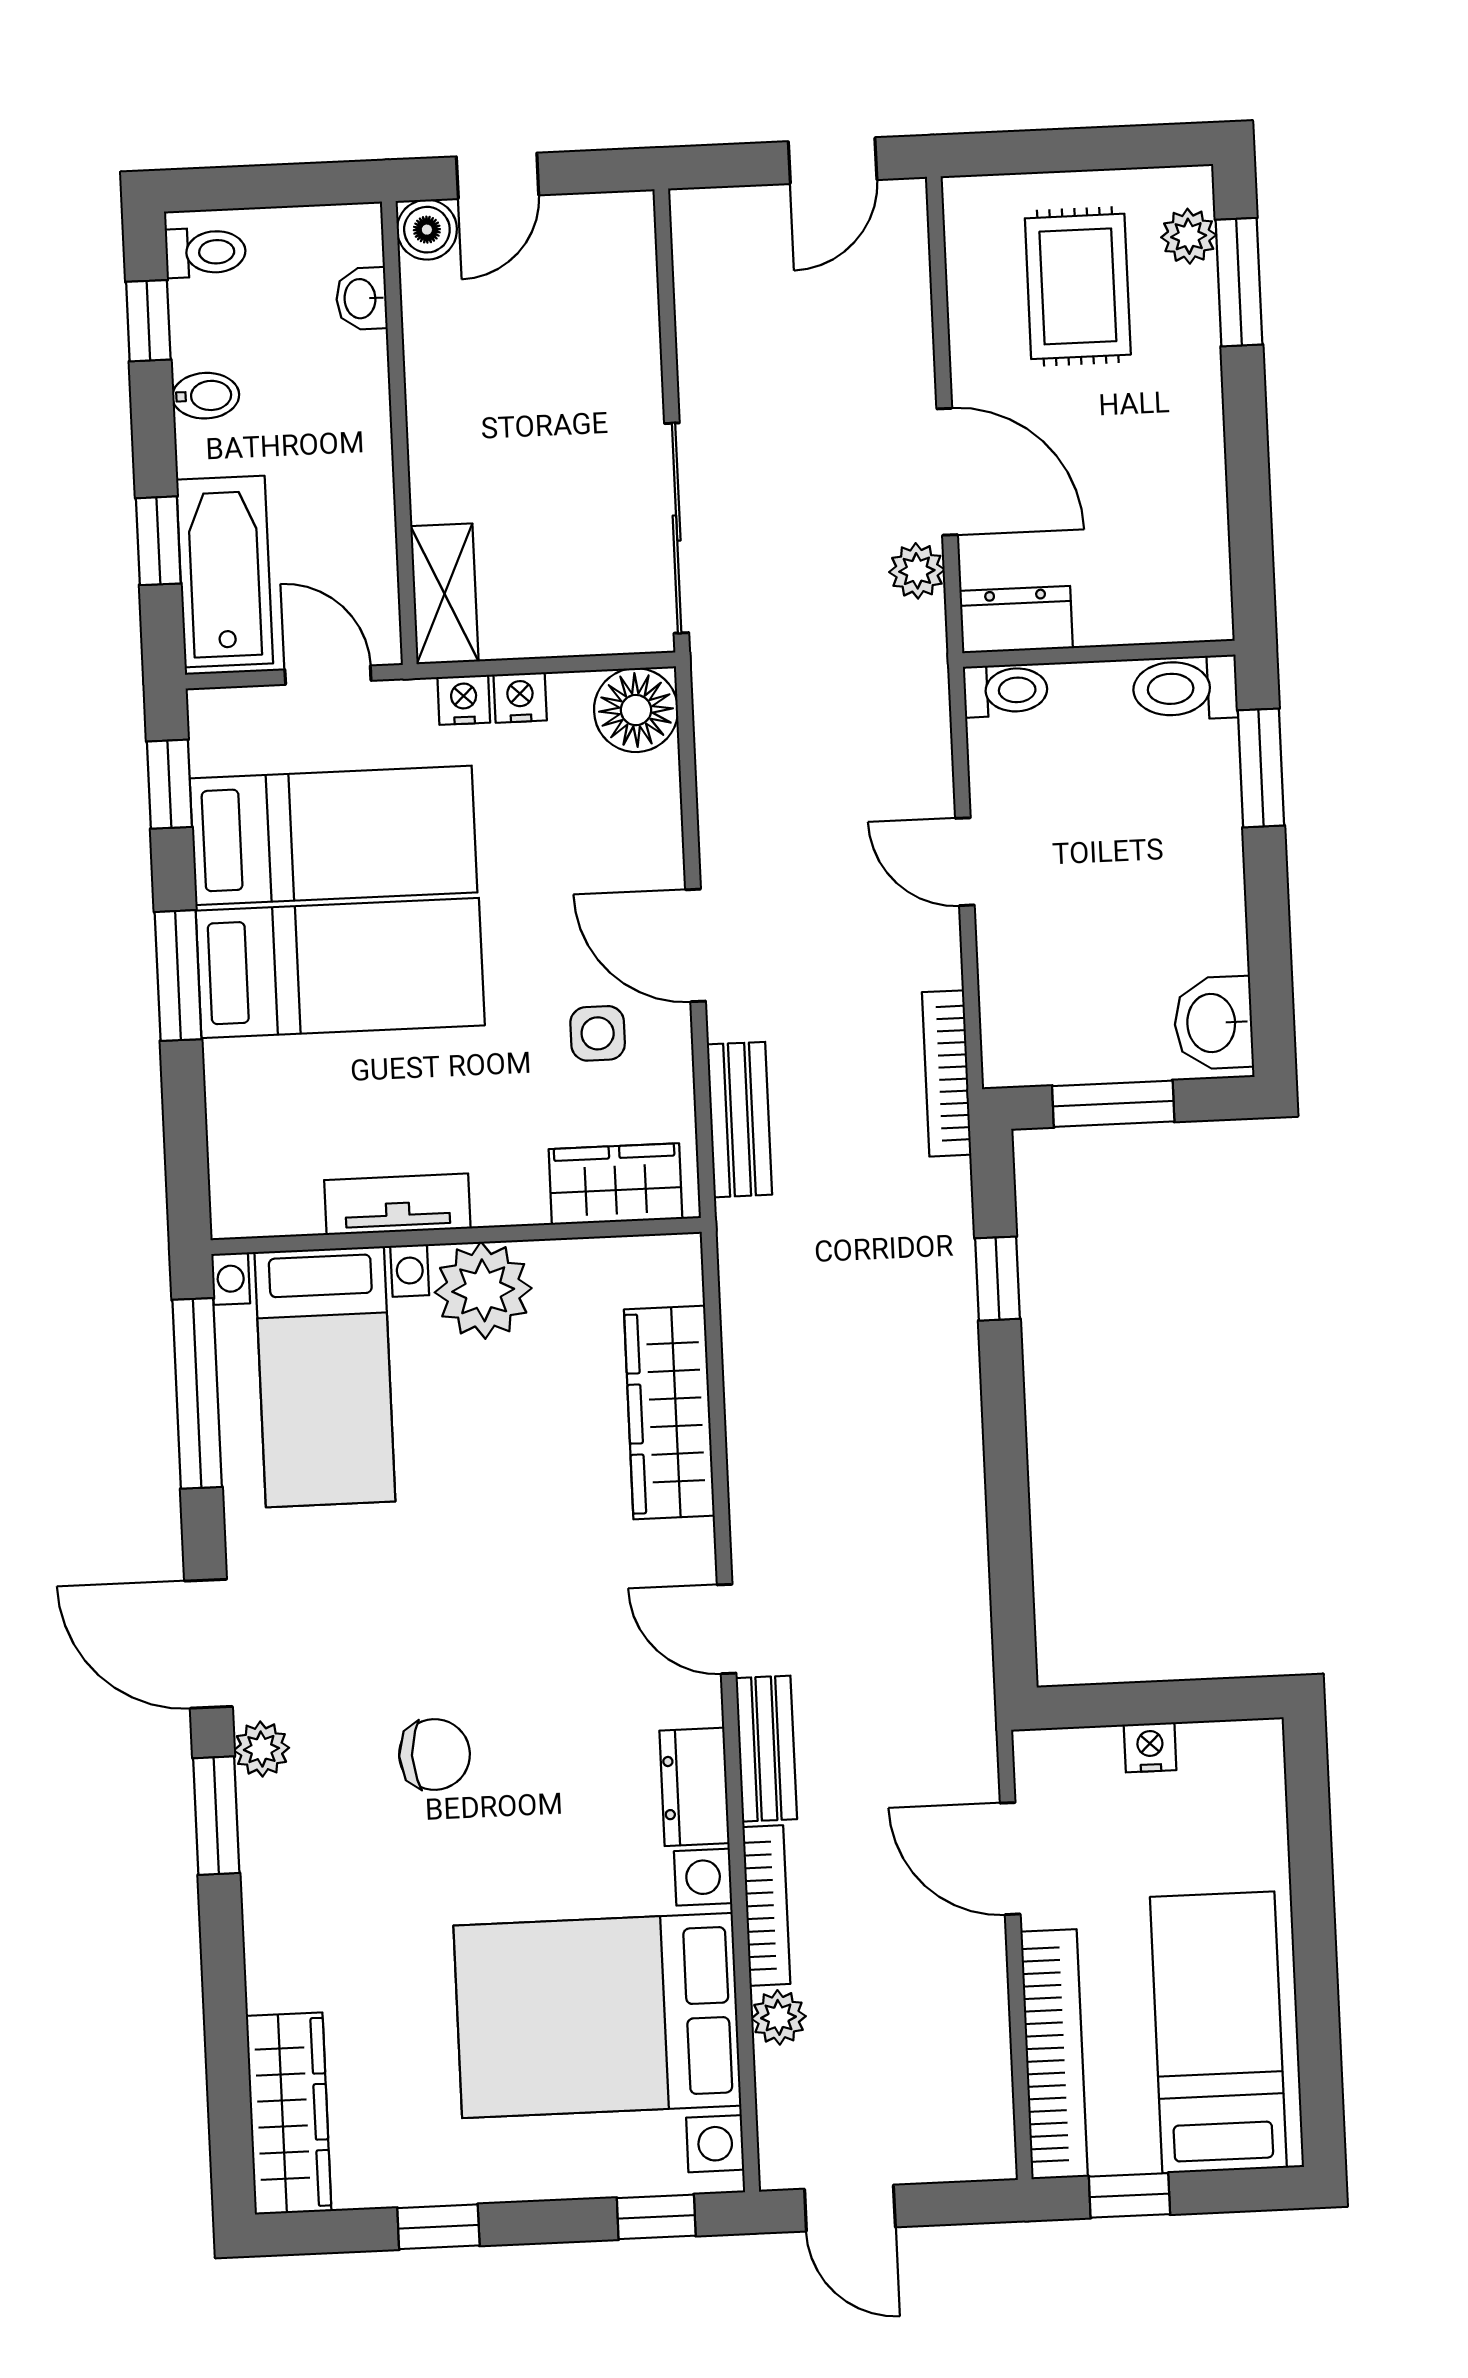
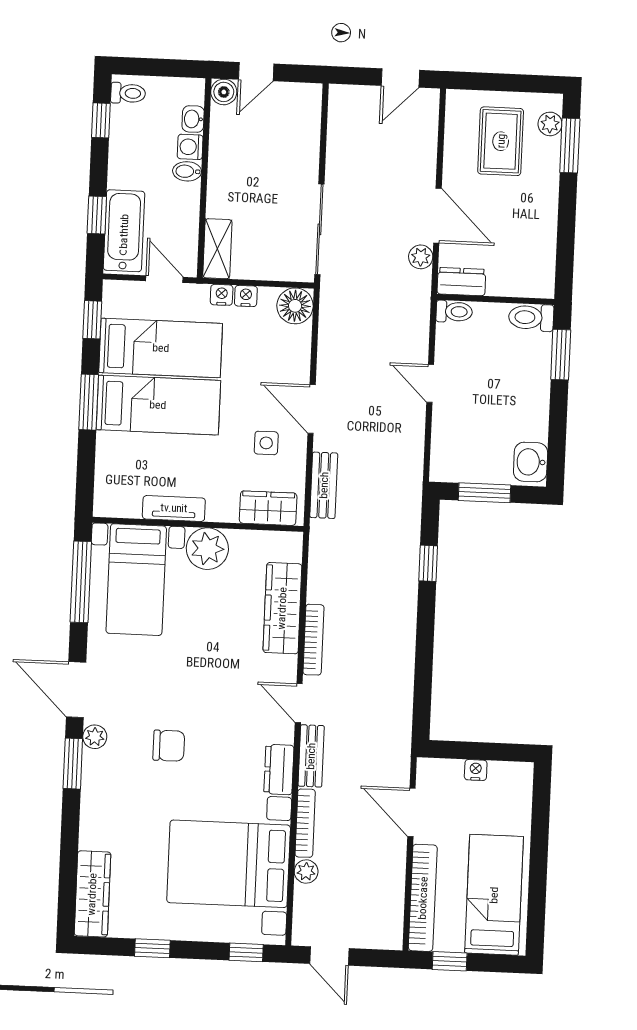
washing machine: (360, 364) -> (190, 147), added
bidet: (206, 396) -> (187, 171), moved, turned 180
bookcase: (947, 1073) -> (313, 640), moved, turned 180

